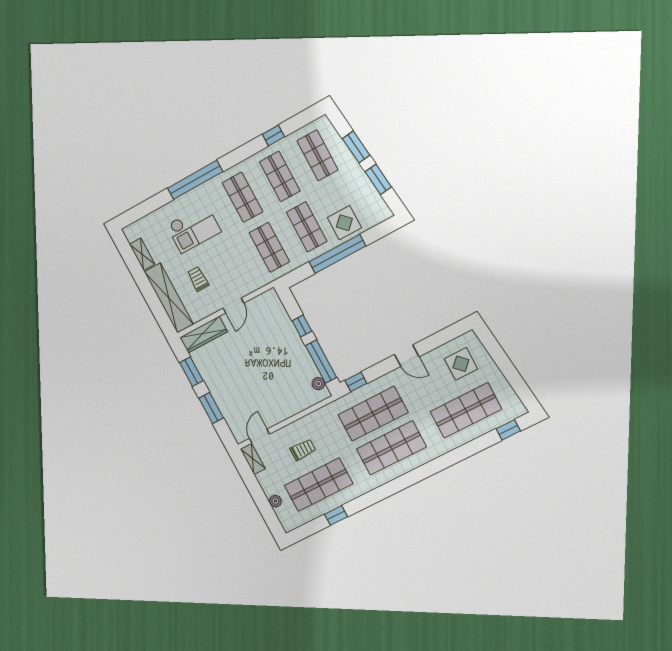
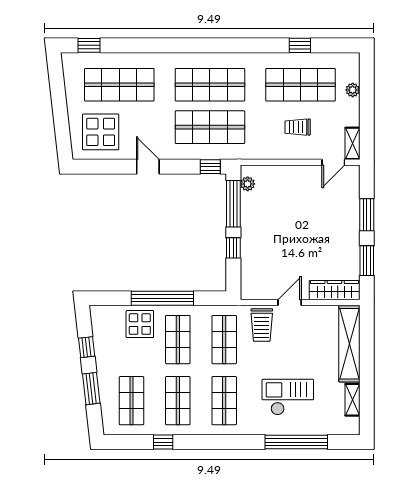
window: (378, 179) -> (87, 347), width x0.67
window: (195, 180) -> (296, 442), moved
trolley: (198, 279) -> (262, 325), moved, width x1.36, depth x1.39
display table: (461, 364) -> (101, 132), width x1.36, depth x1.36

